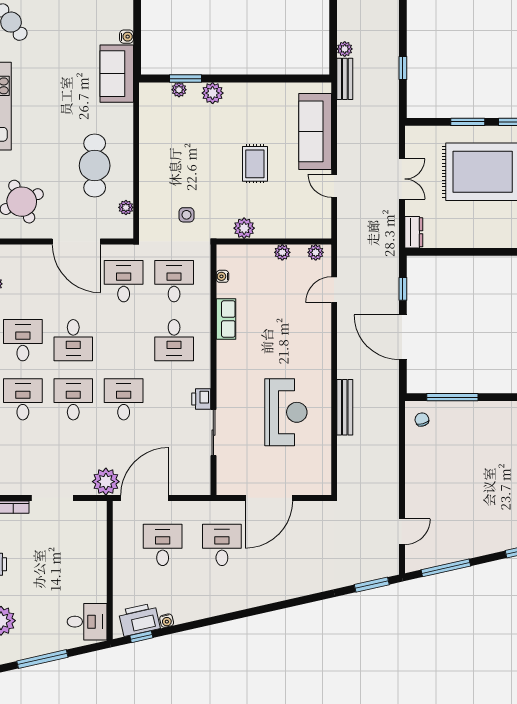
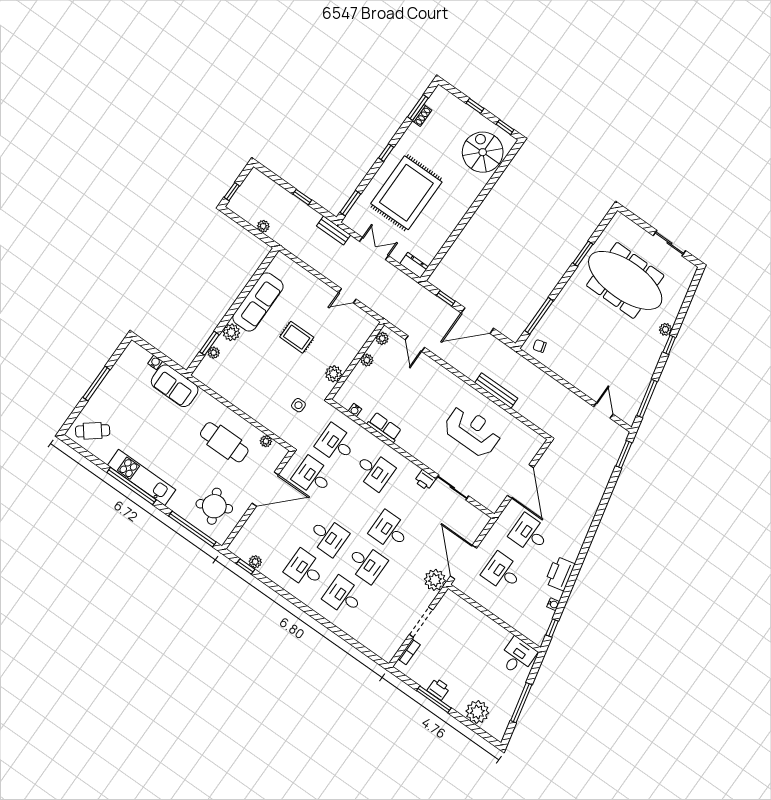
bench: (345, 79) -> (333, 230), moved
window: (468, 122) -> (350, 203), moved
sofa: (315, 131) -> (258, 302), moved, turned -90
desk: (73, 399) -> (366, 563), turned 180
printer: (139, 620) -> (560, 574), moved

